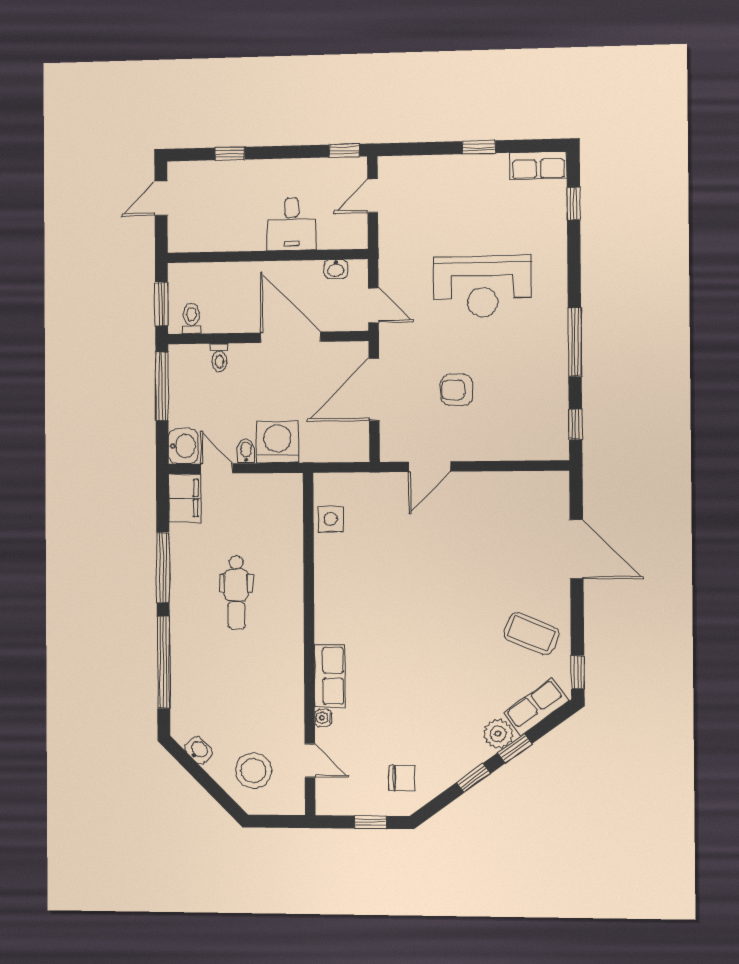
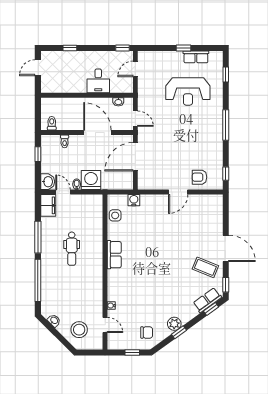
row of seats: (538, 166) -> (196, 57), moved
reception desk: (482, 286) -> (188, 91), moved
window: (162, 304) -> (38, 116), removed
window: (575, 342) -> (226, 125), moved
window: (162, 386) -> (38, 154), width x0.46
armchair: (457, 390) -> (200, 177), moved
door: (429, 467) -> (178, 192), moved
water cooler: (371, 485) -> (134, 200), added
door: (577, 549) -> (226, 248), moved
row of seats: (329, 676) -> (114, 255), moved
plant: (498, 734) -> (174, 324), moved
window: (515, 748) -> (211, 309), moved

